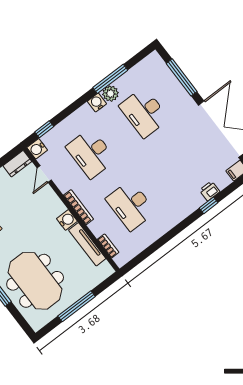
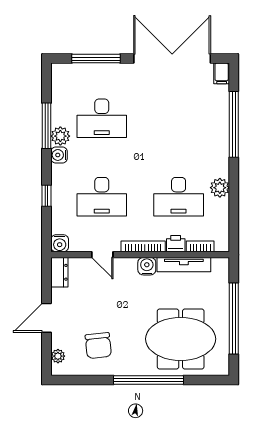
window: (44, 129) -> (47, 196), moved
door: (44, 174) -> (102, 255), moved
printer: (210, 191) -> (176, 244), moved, turned 90
window: (209, 205) -> (234, 124), width x3.17
plant: (158, 229) -> (220, 188), added
window: (77, 306) -> (234, 318), width x1.46

